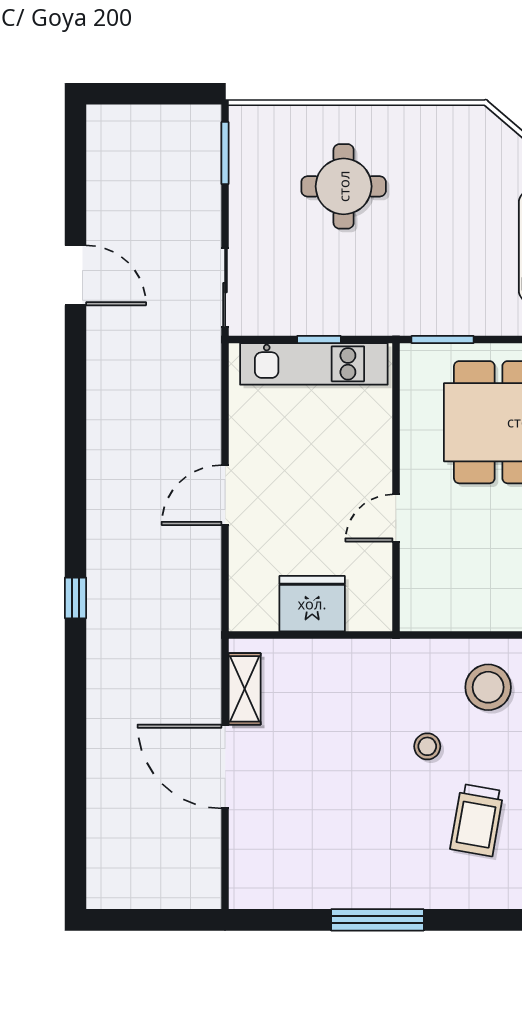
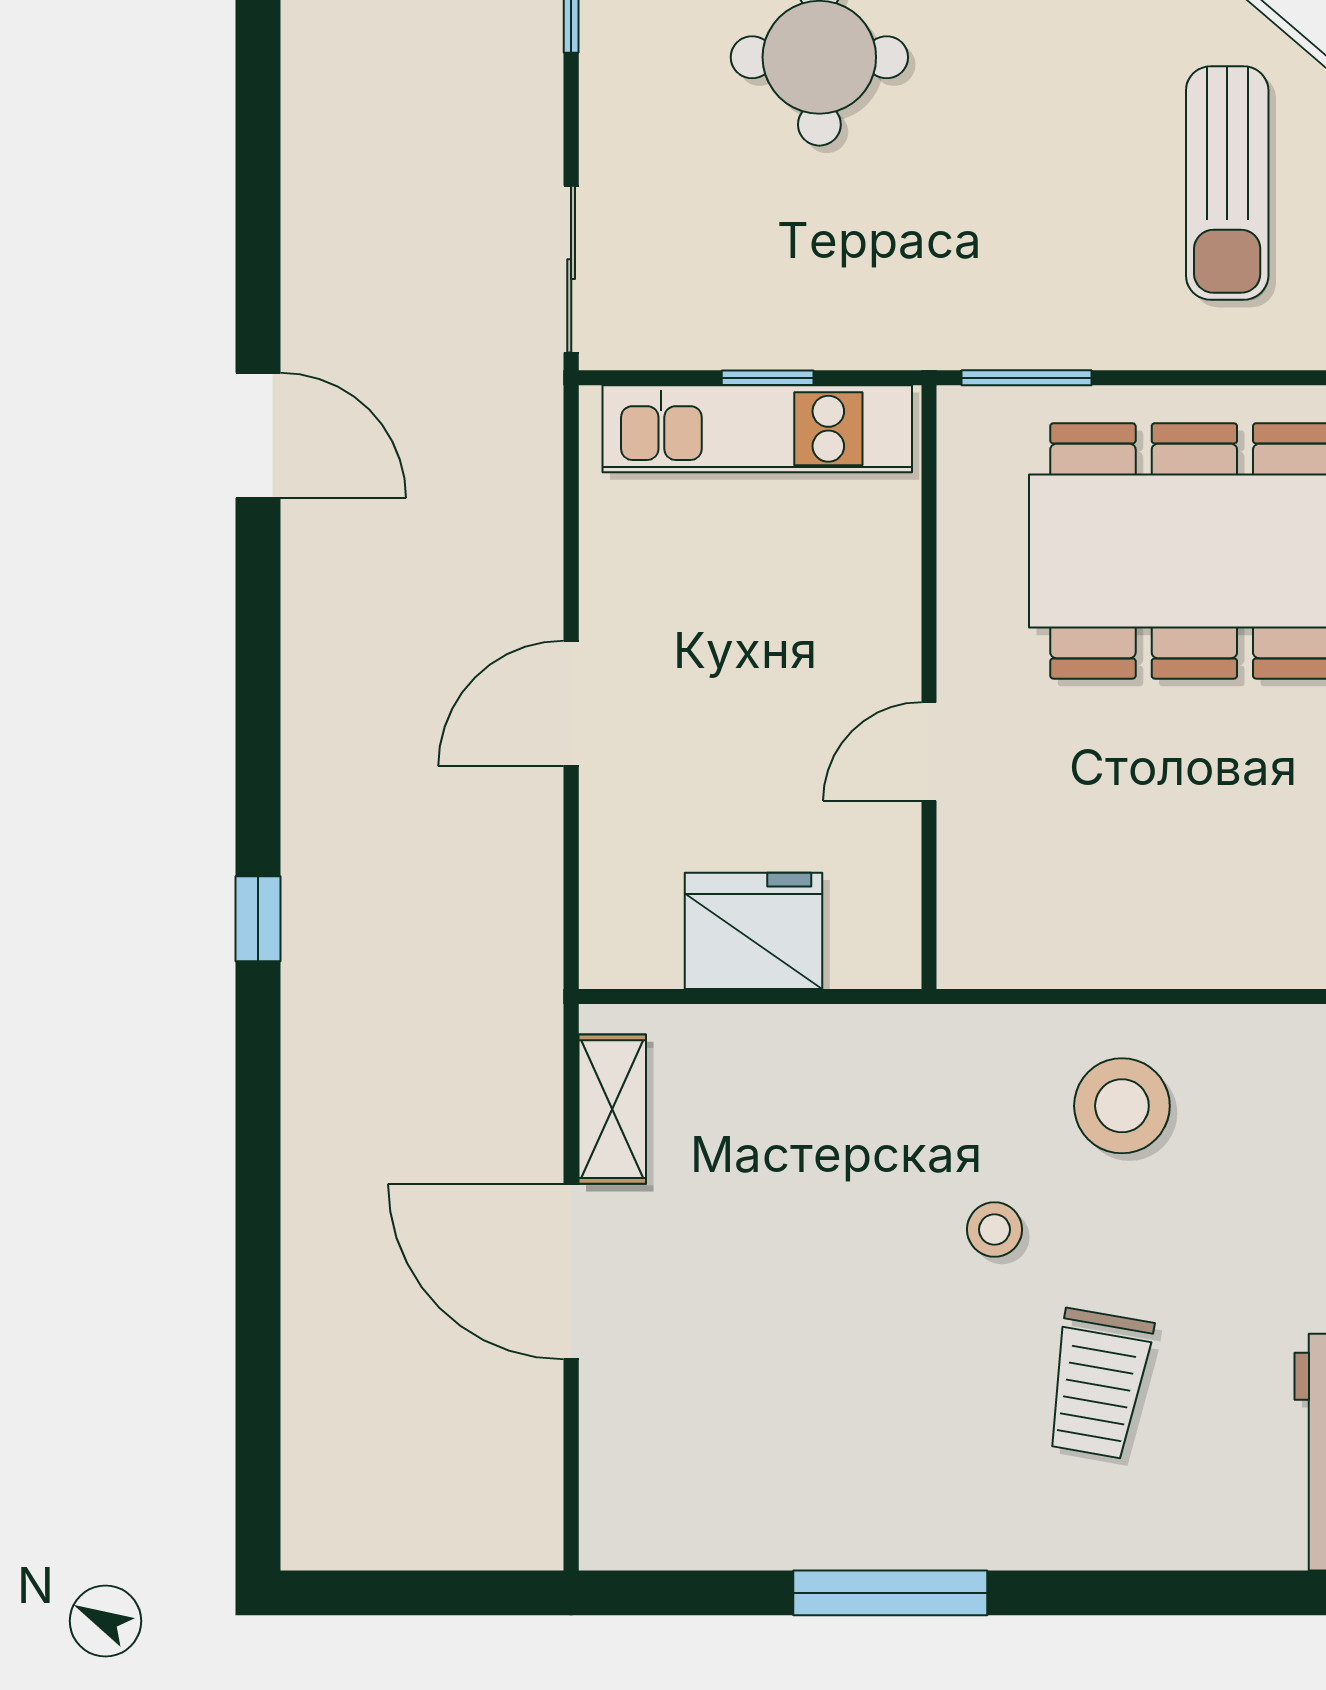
door: (75, 275) -> (258, 435), moved

